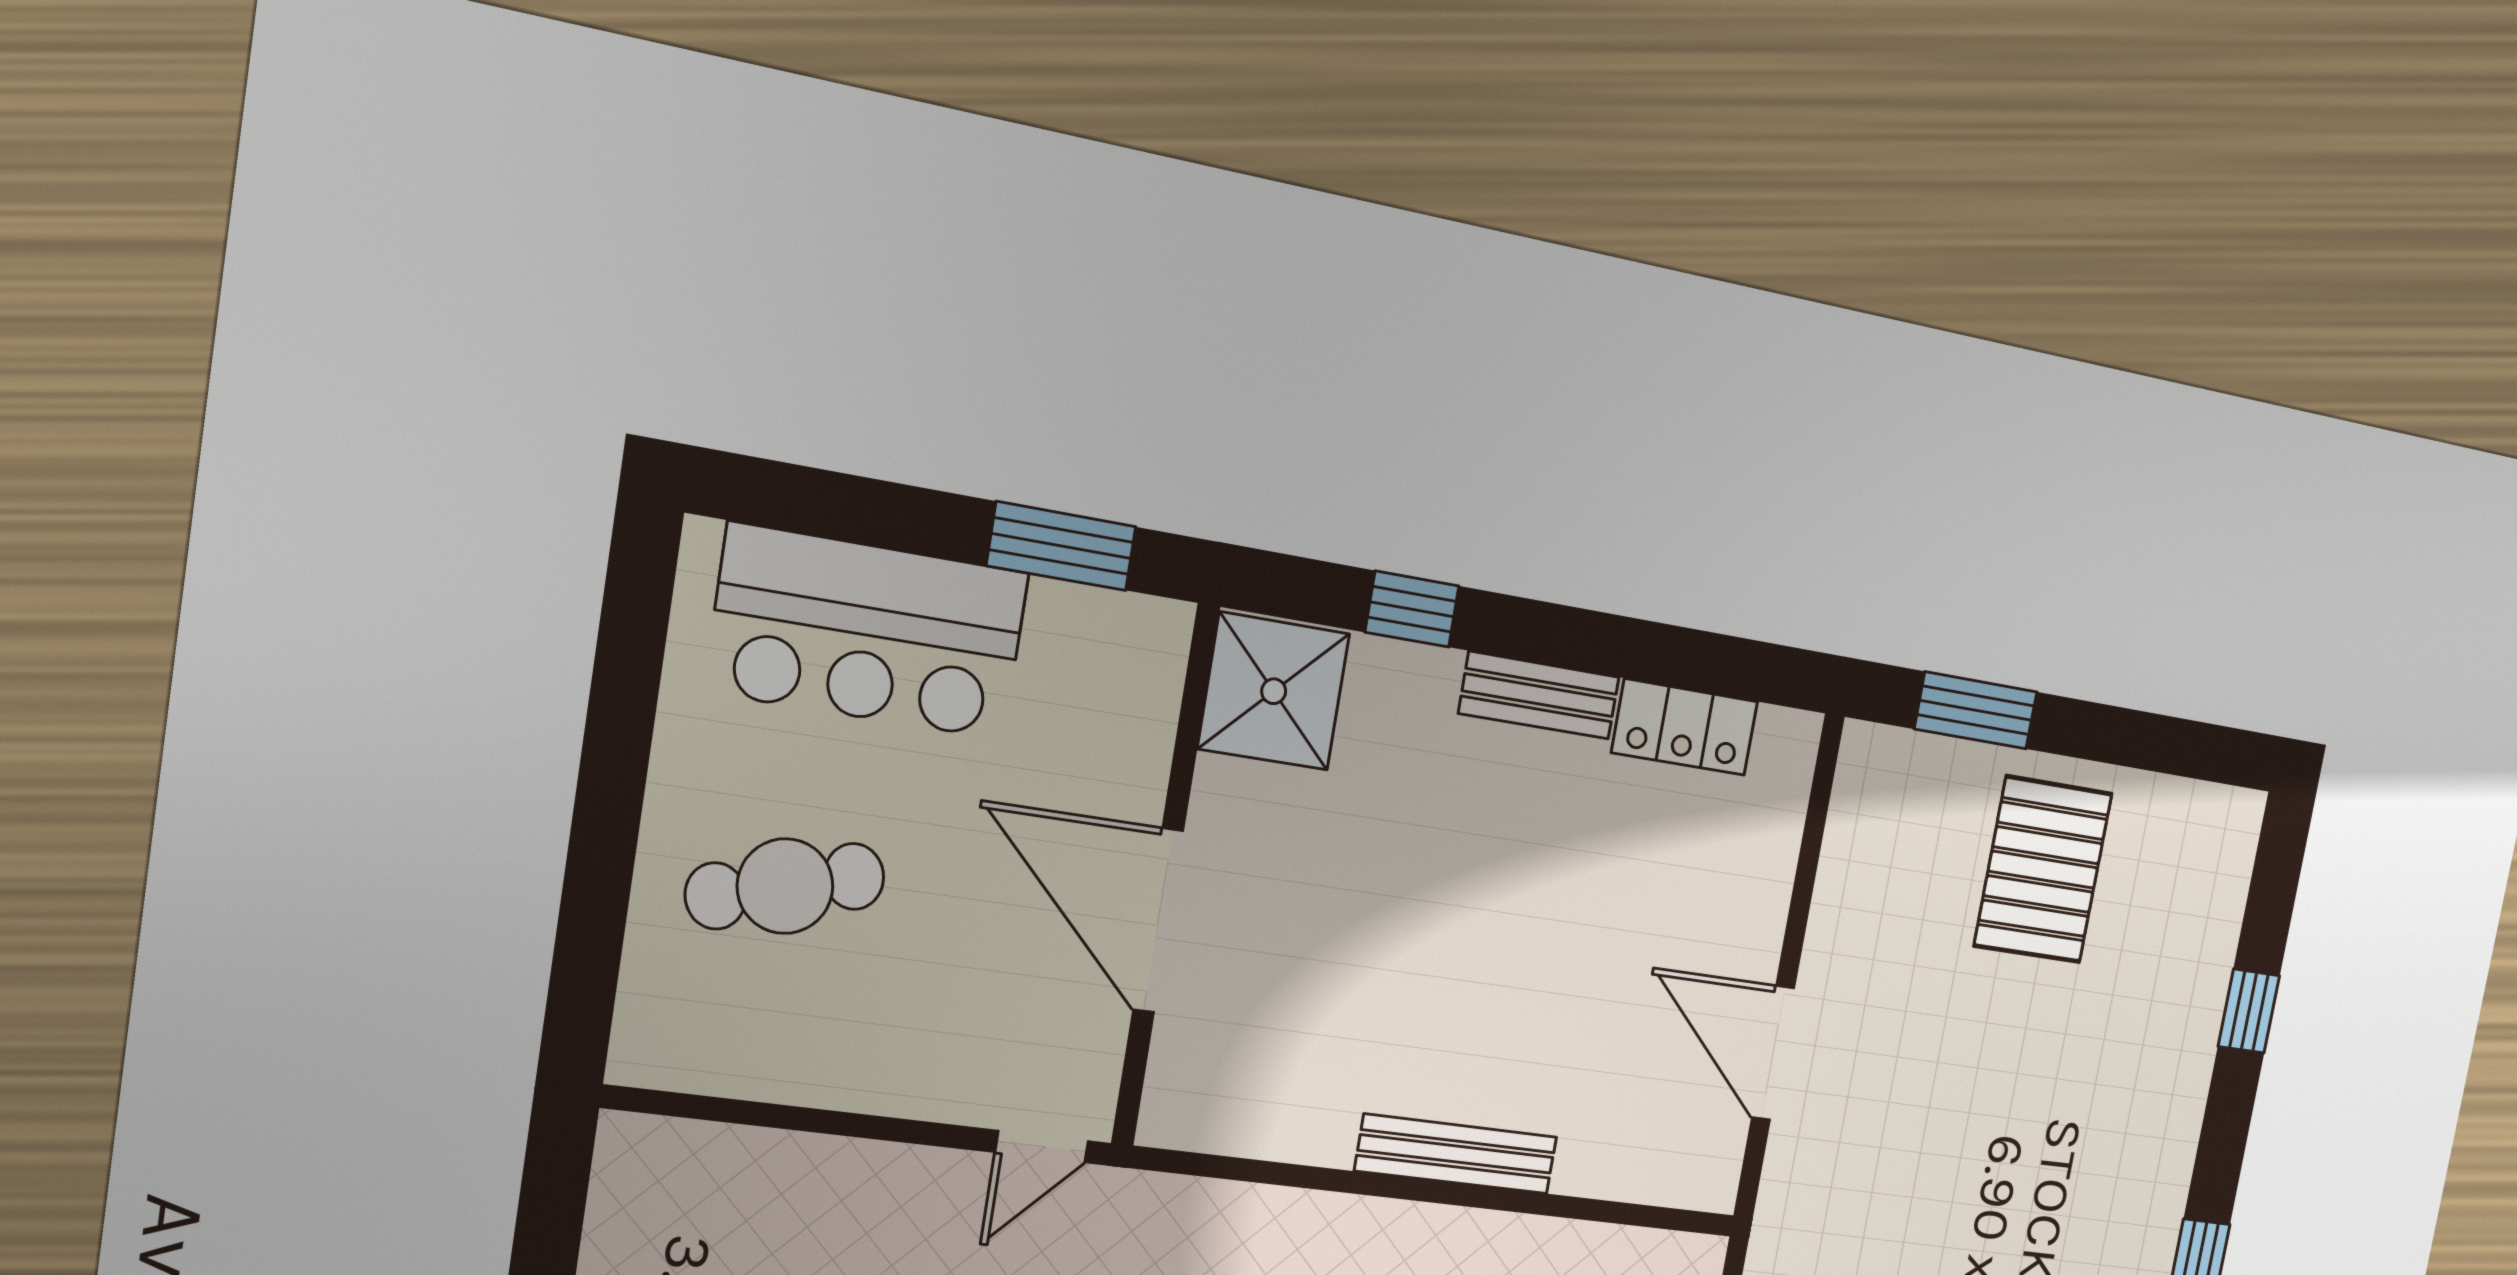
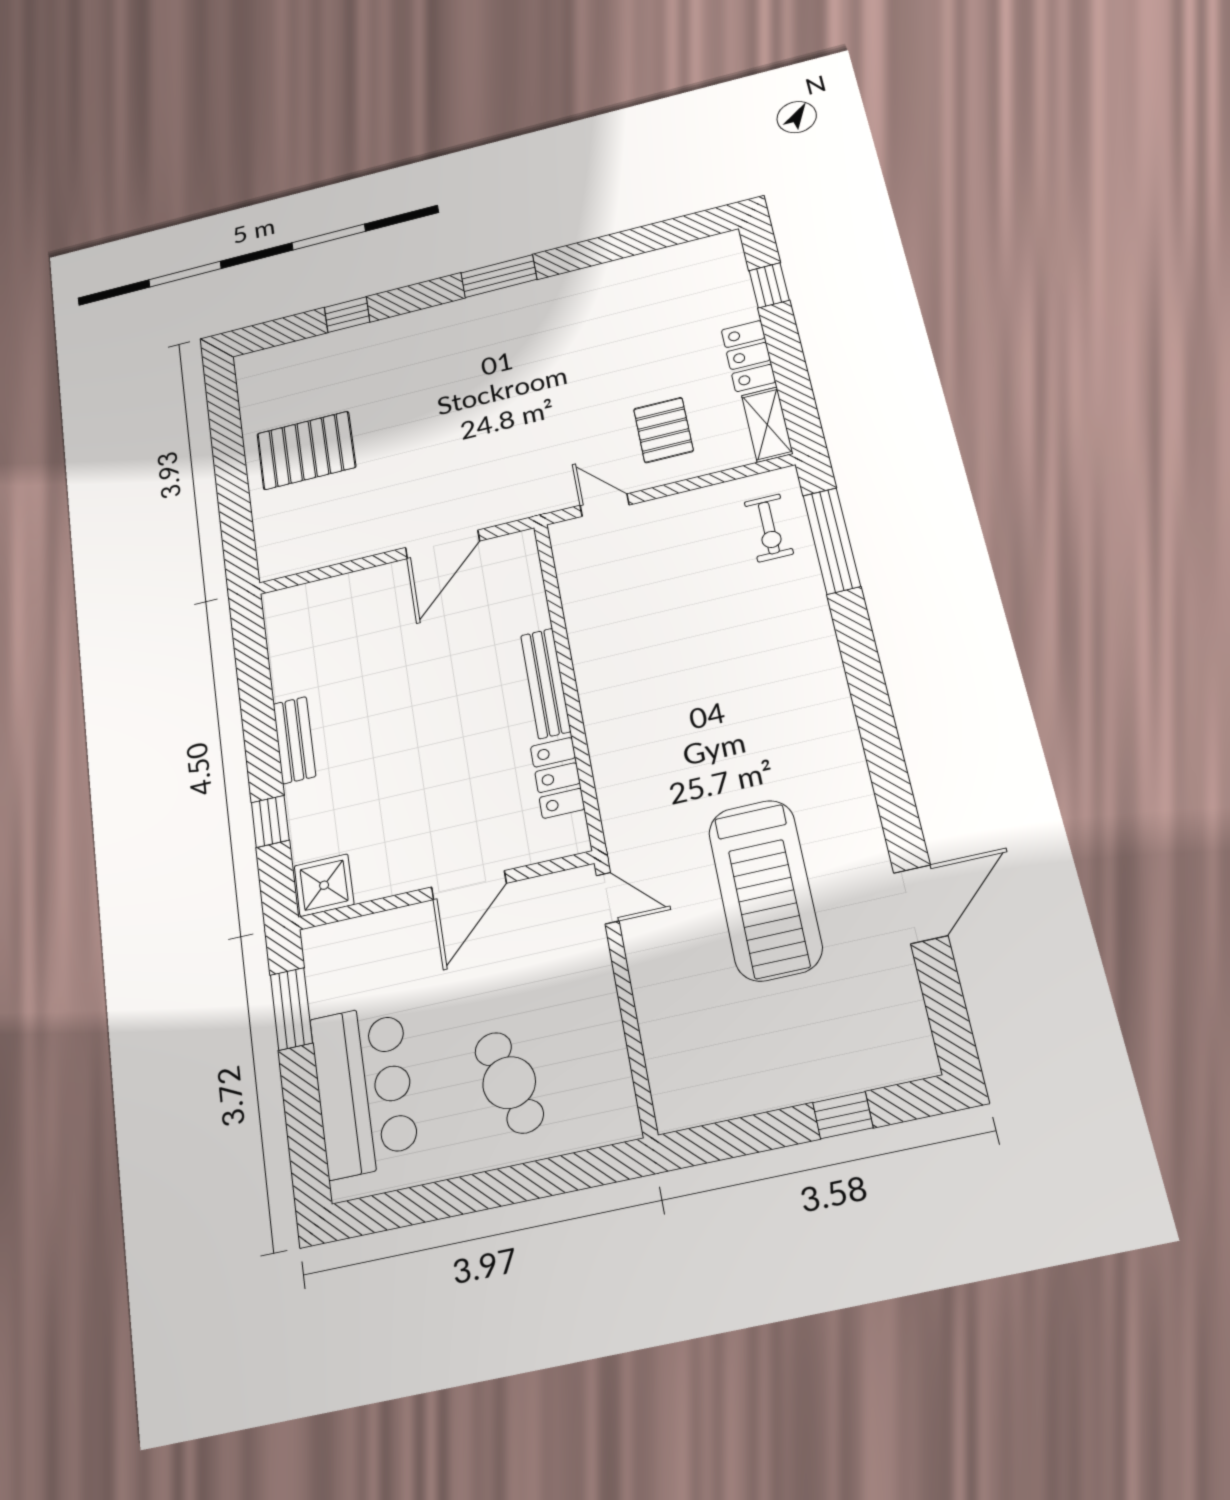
shower: (1274, 691) -> (324, 885), width x0.73, depth x0.73
window: (1976, 710) -> (236, 520), removed
locker: (1685, 727) -> (558, 778), moved, turned 180
door: (1158, 921) -> (469, 885), width x0.73

